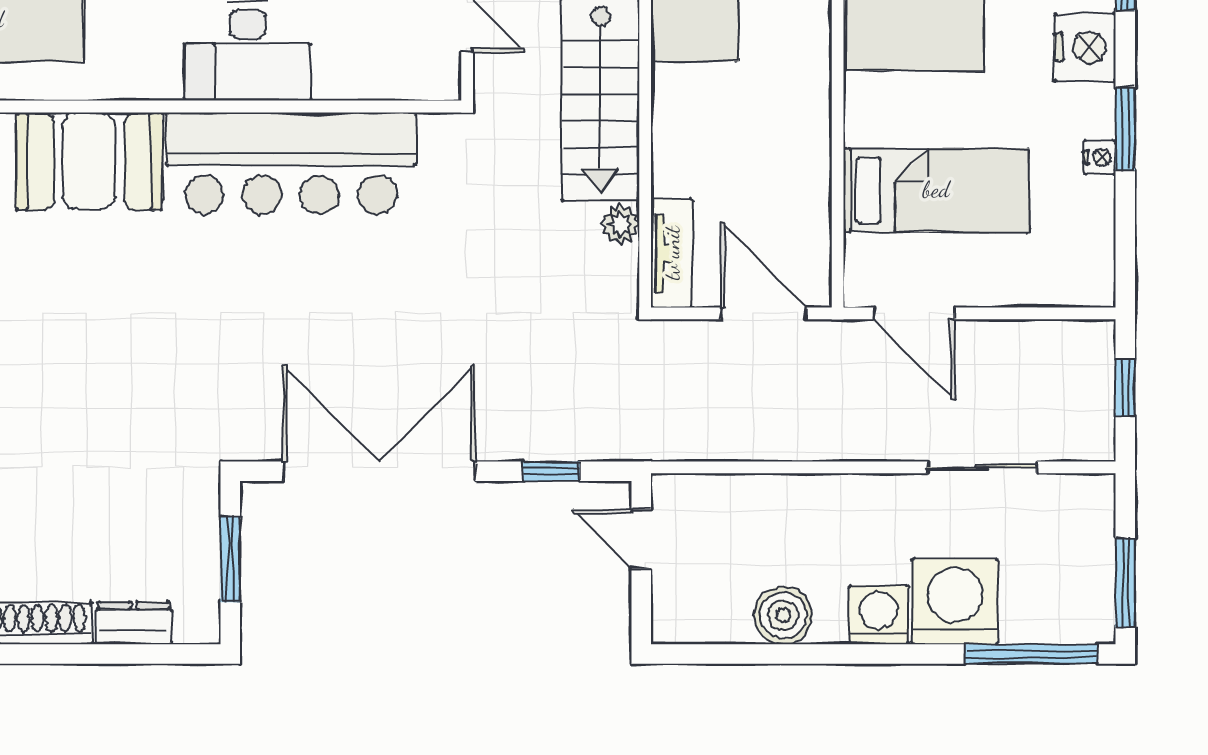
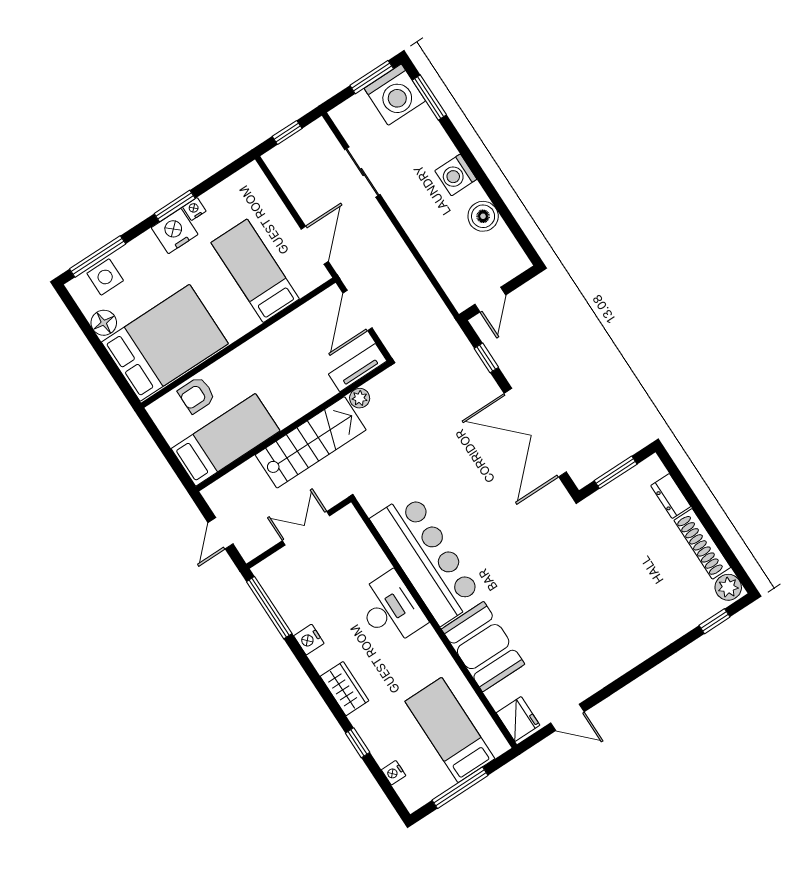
nightstand: (1085, 48) -> (175, 231), moved
washing machine: (955, 601) -> (395, 95), moved, turned -90
window: (1032, 654) -> (429, 98), width x0.69

